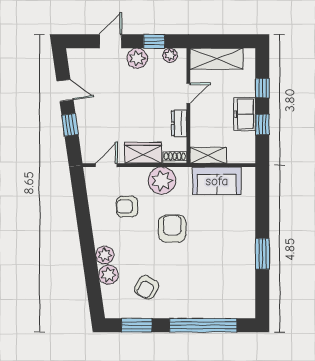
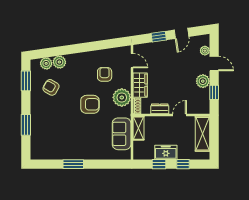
plant: (170, 55) -> (205, 51), moved
door: (188, 93) -> (180, 115), swing flipped
plant: (105, 255) -> (46, 63), moved
window: (203, 325) -> (26, 125), width x0.47

